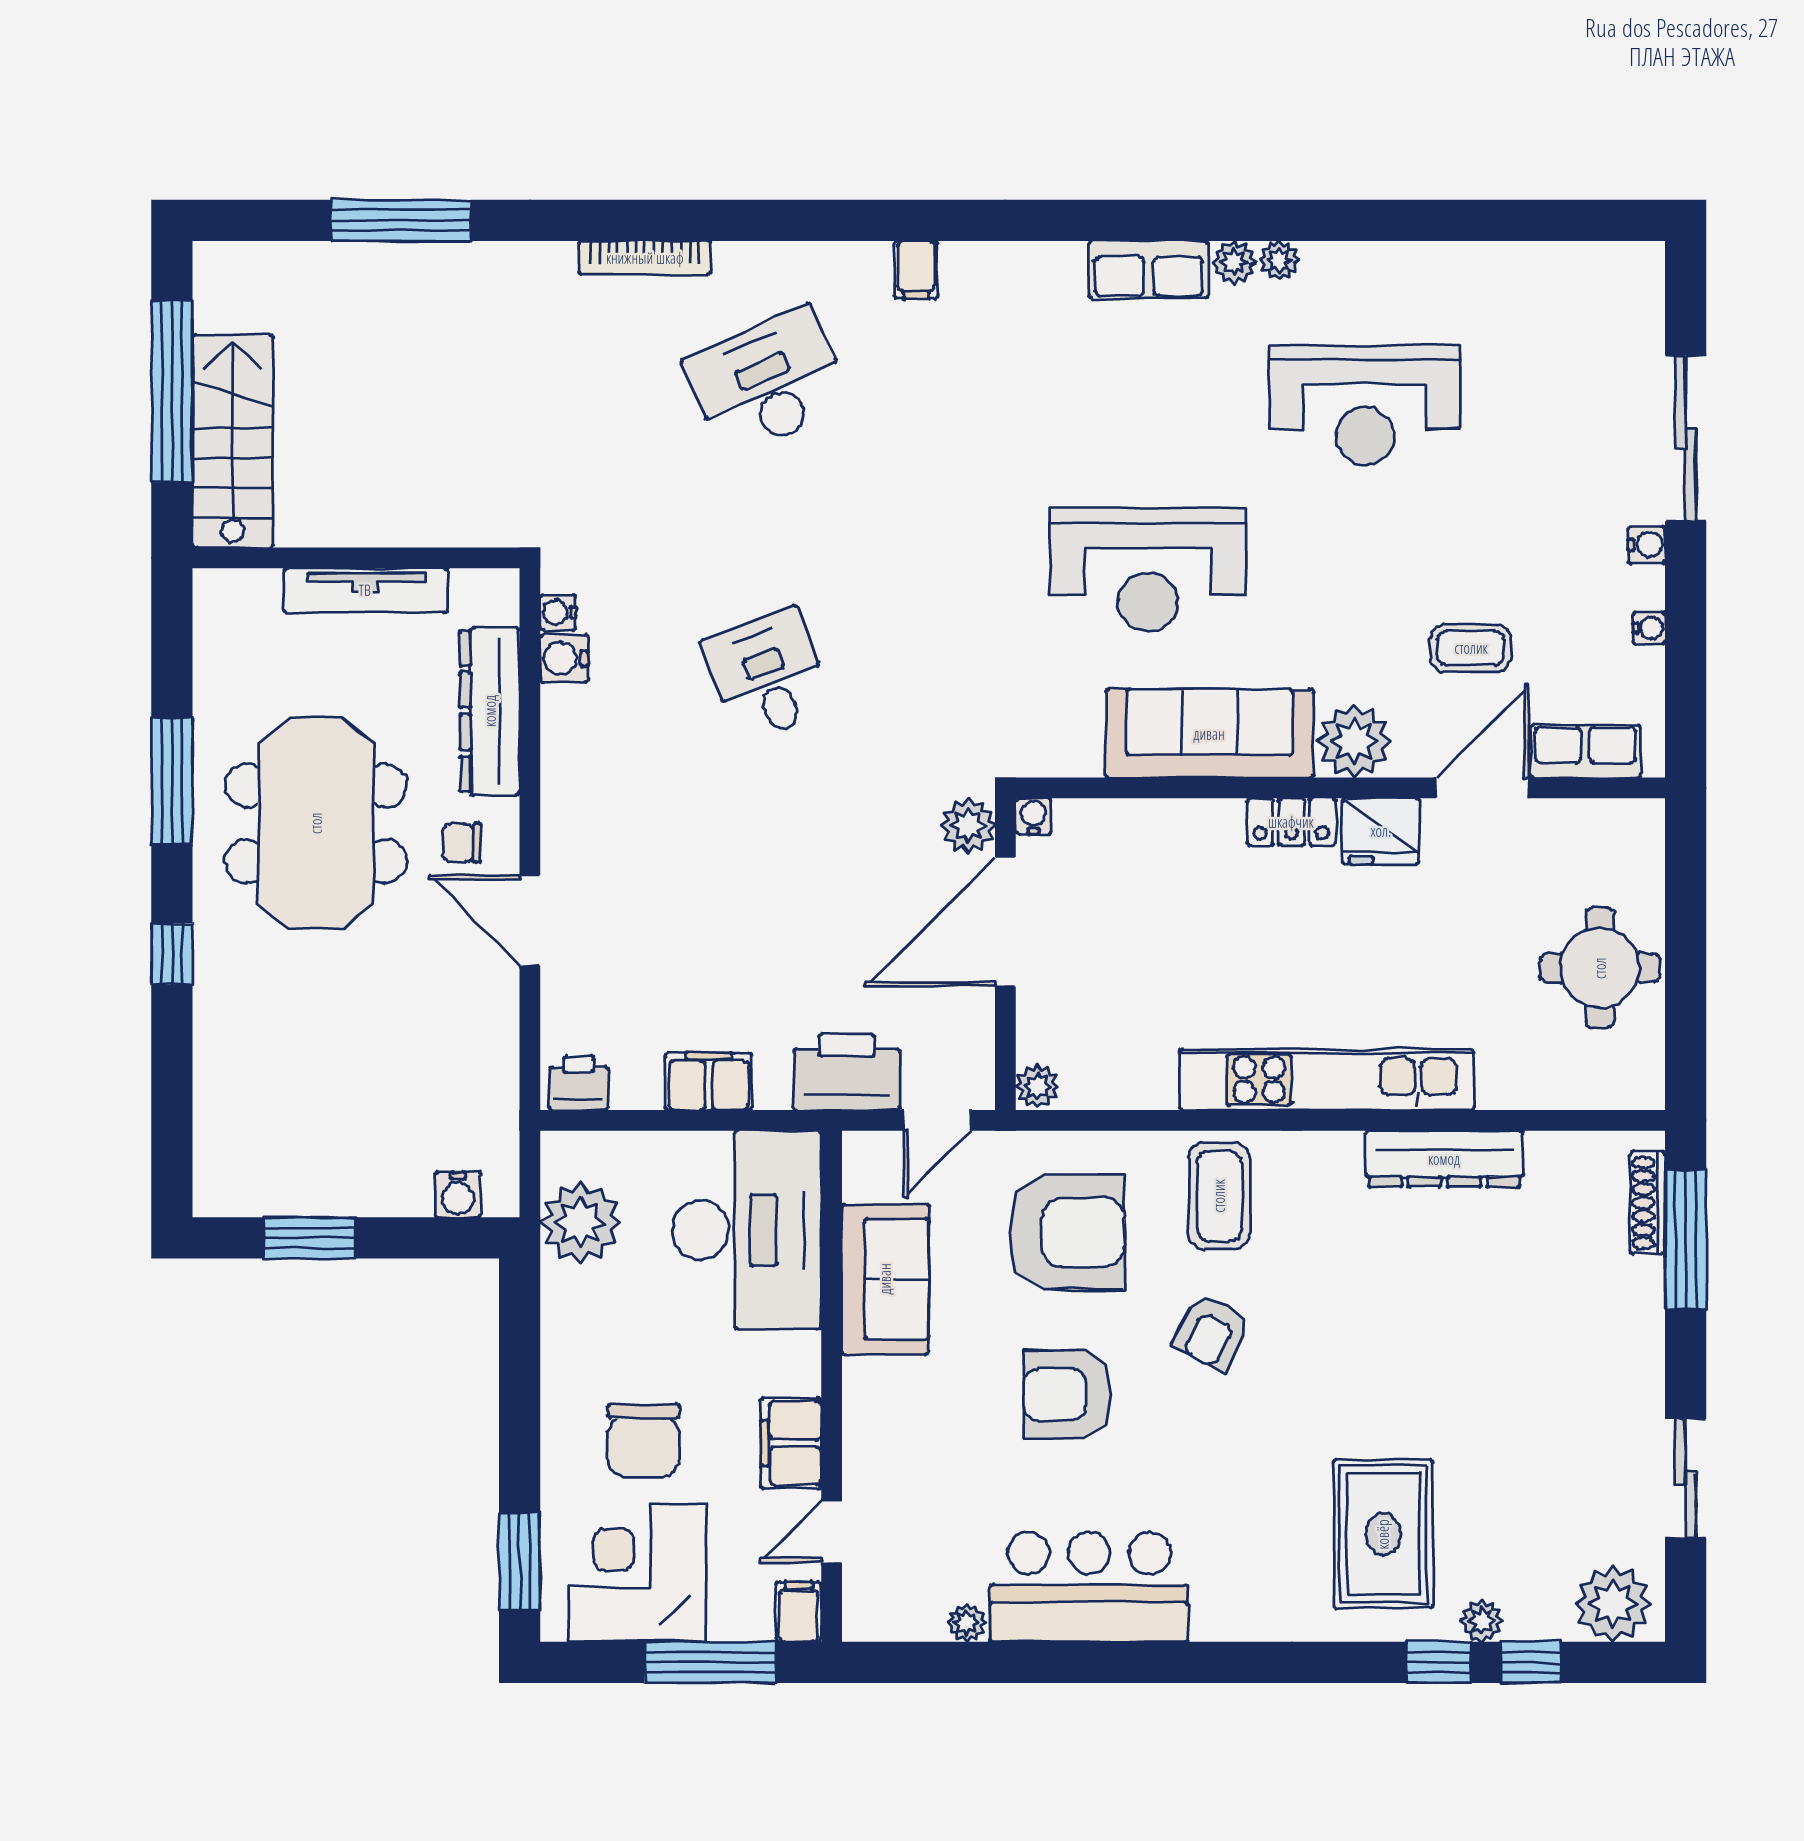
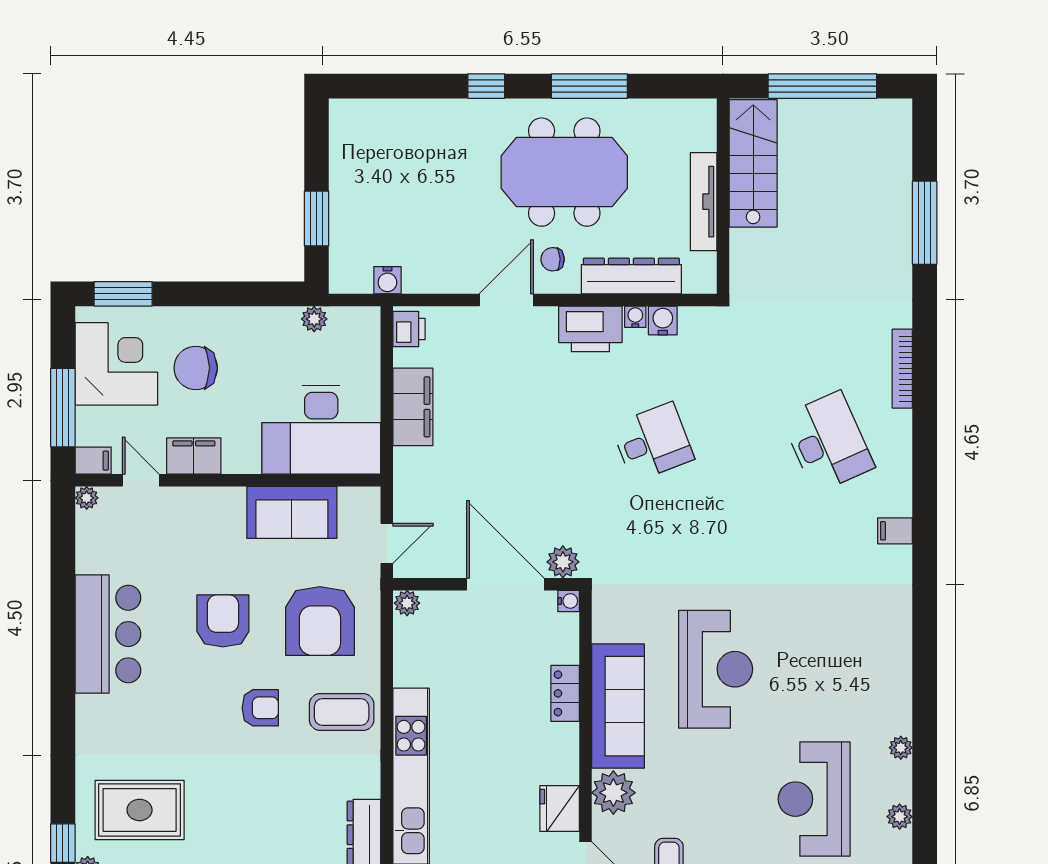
plant: (1234, 262) -> (900, 817), moved
row of seats: (1149, 269) -> (895, 670), removed
stairs: (233, 441) -> (753, 163), moved, turned -90
reception desk: (1148, 570) -> (716, 669), turned 180
water cooler: (558, 612) -> (635, 317), moved
locker: (1291, 822) -> (565, 693), moved
chair: (462, 843) -> (553, 259), turned -92
printer: (847, 1072) -> (590, 329), moved, turned 90
filing cabinet: (709, 1081) -> (413, 407), width x1.50, depth x1.17
door: (937, 1120) -> (387, 543), swing flipped
water cooler: (458, 1195) -> (387, 280), moved, turned -90
plant: (581, 1223) -> (314, 319), width x0.53, depth x0.53
window: (309, 1238) -> (316, 218), moved
armchair: (1212, 1332) -> (260, 708), turned 152
plant: (967, 1623) -> (87, 498), moved

